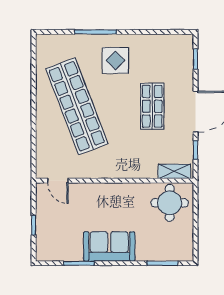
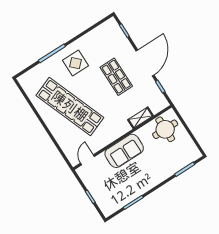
shelving: (174, 171) -> (140, 118), moved
door: (58, 181) -> (88, 160), swing flipped
sofa: (109, 246) -> (124, 151), moved, turned 180

